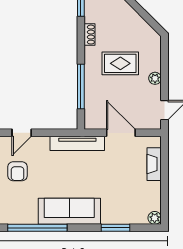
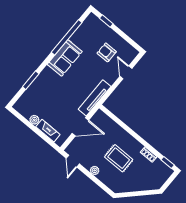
rug: (120, 63) -> (119, 158), turned 90
window: (81, 87) -> (124, 126), removed
sofa: (69, 211) -> (65, 58), width x0.73
plant: (155, 218) -> (34, 120), moved

